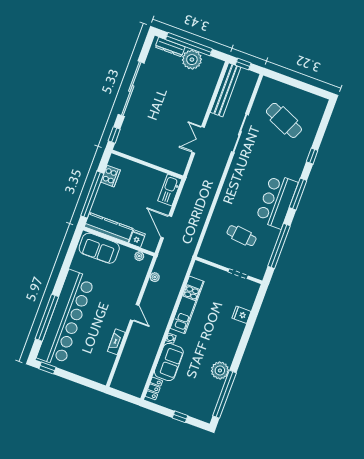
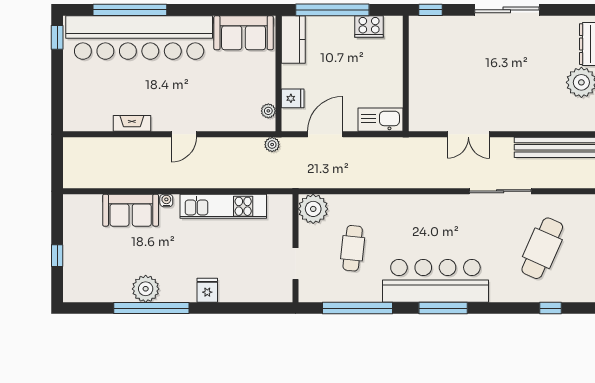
sliding door: (131, 89) -> (507, 10), width x0.73
double door: (198, 140) -> (468, 134), swing flipped
window: (312, 156) -> (550, 308), moved
bar counter: (277, 201) -> (435, 281), width x1.36
kitchen counter: (109, 228) -> (293, 39), width x0.67
sofa: (99, 248) -> (244, 33), moved, turned -90
plant: (209, 251) -> (313, 209), added
plant: (155, 277) -> (272, 145), moved
fridge: (241, 315) -> (207, 290), moved
locker: (154, 388) -> (84, 203), removed
window: (224, 394) -> (151, 308), moved

